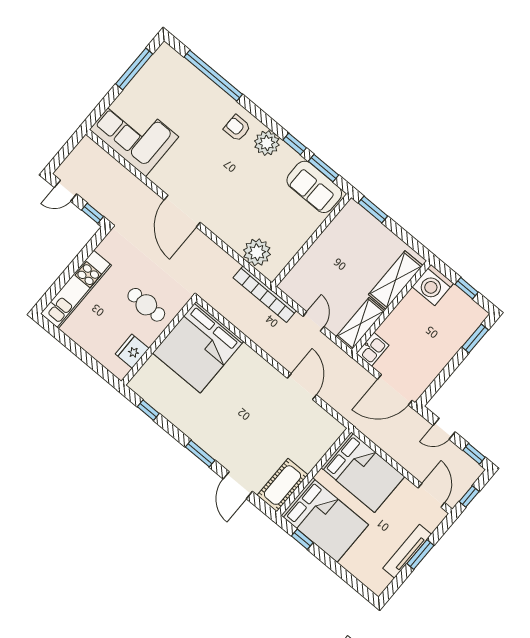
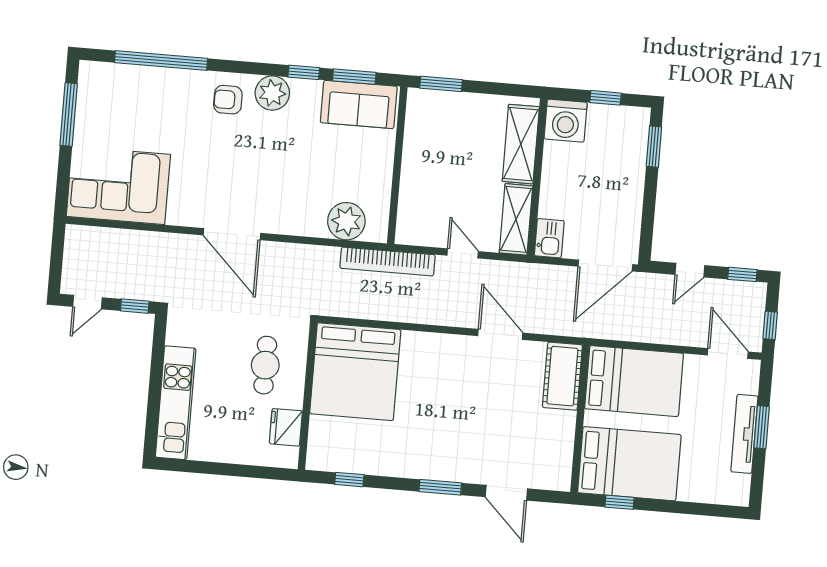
cafe table: (146, 305) -> (265, 365), turned 90
cot: (283, 485) -> (562, 376), moved

